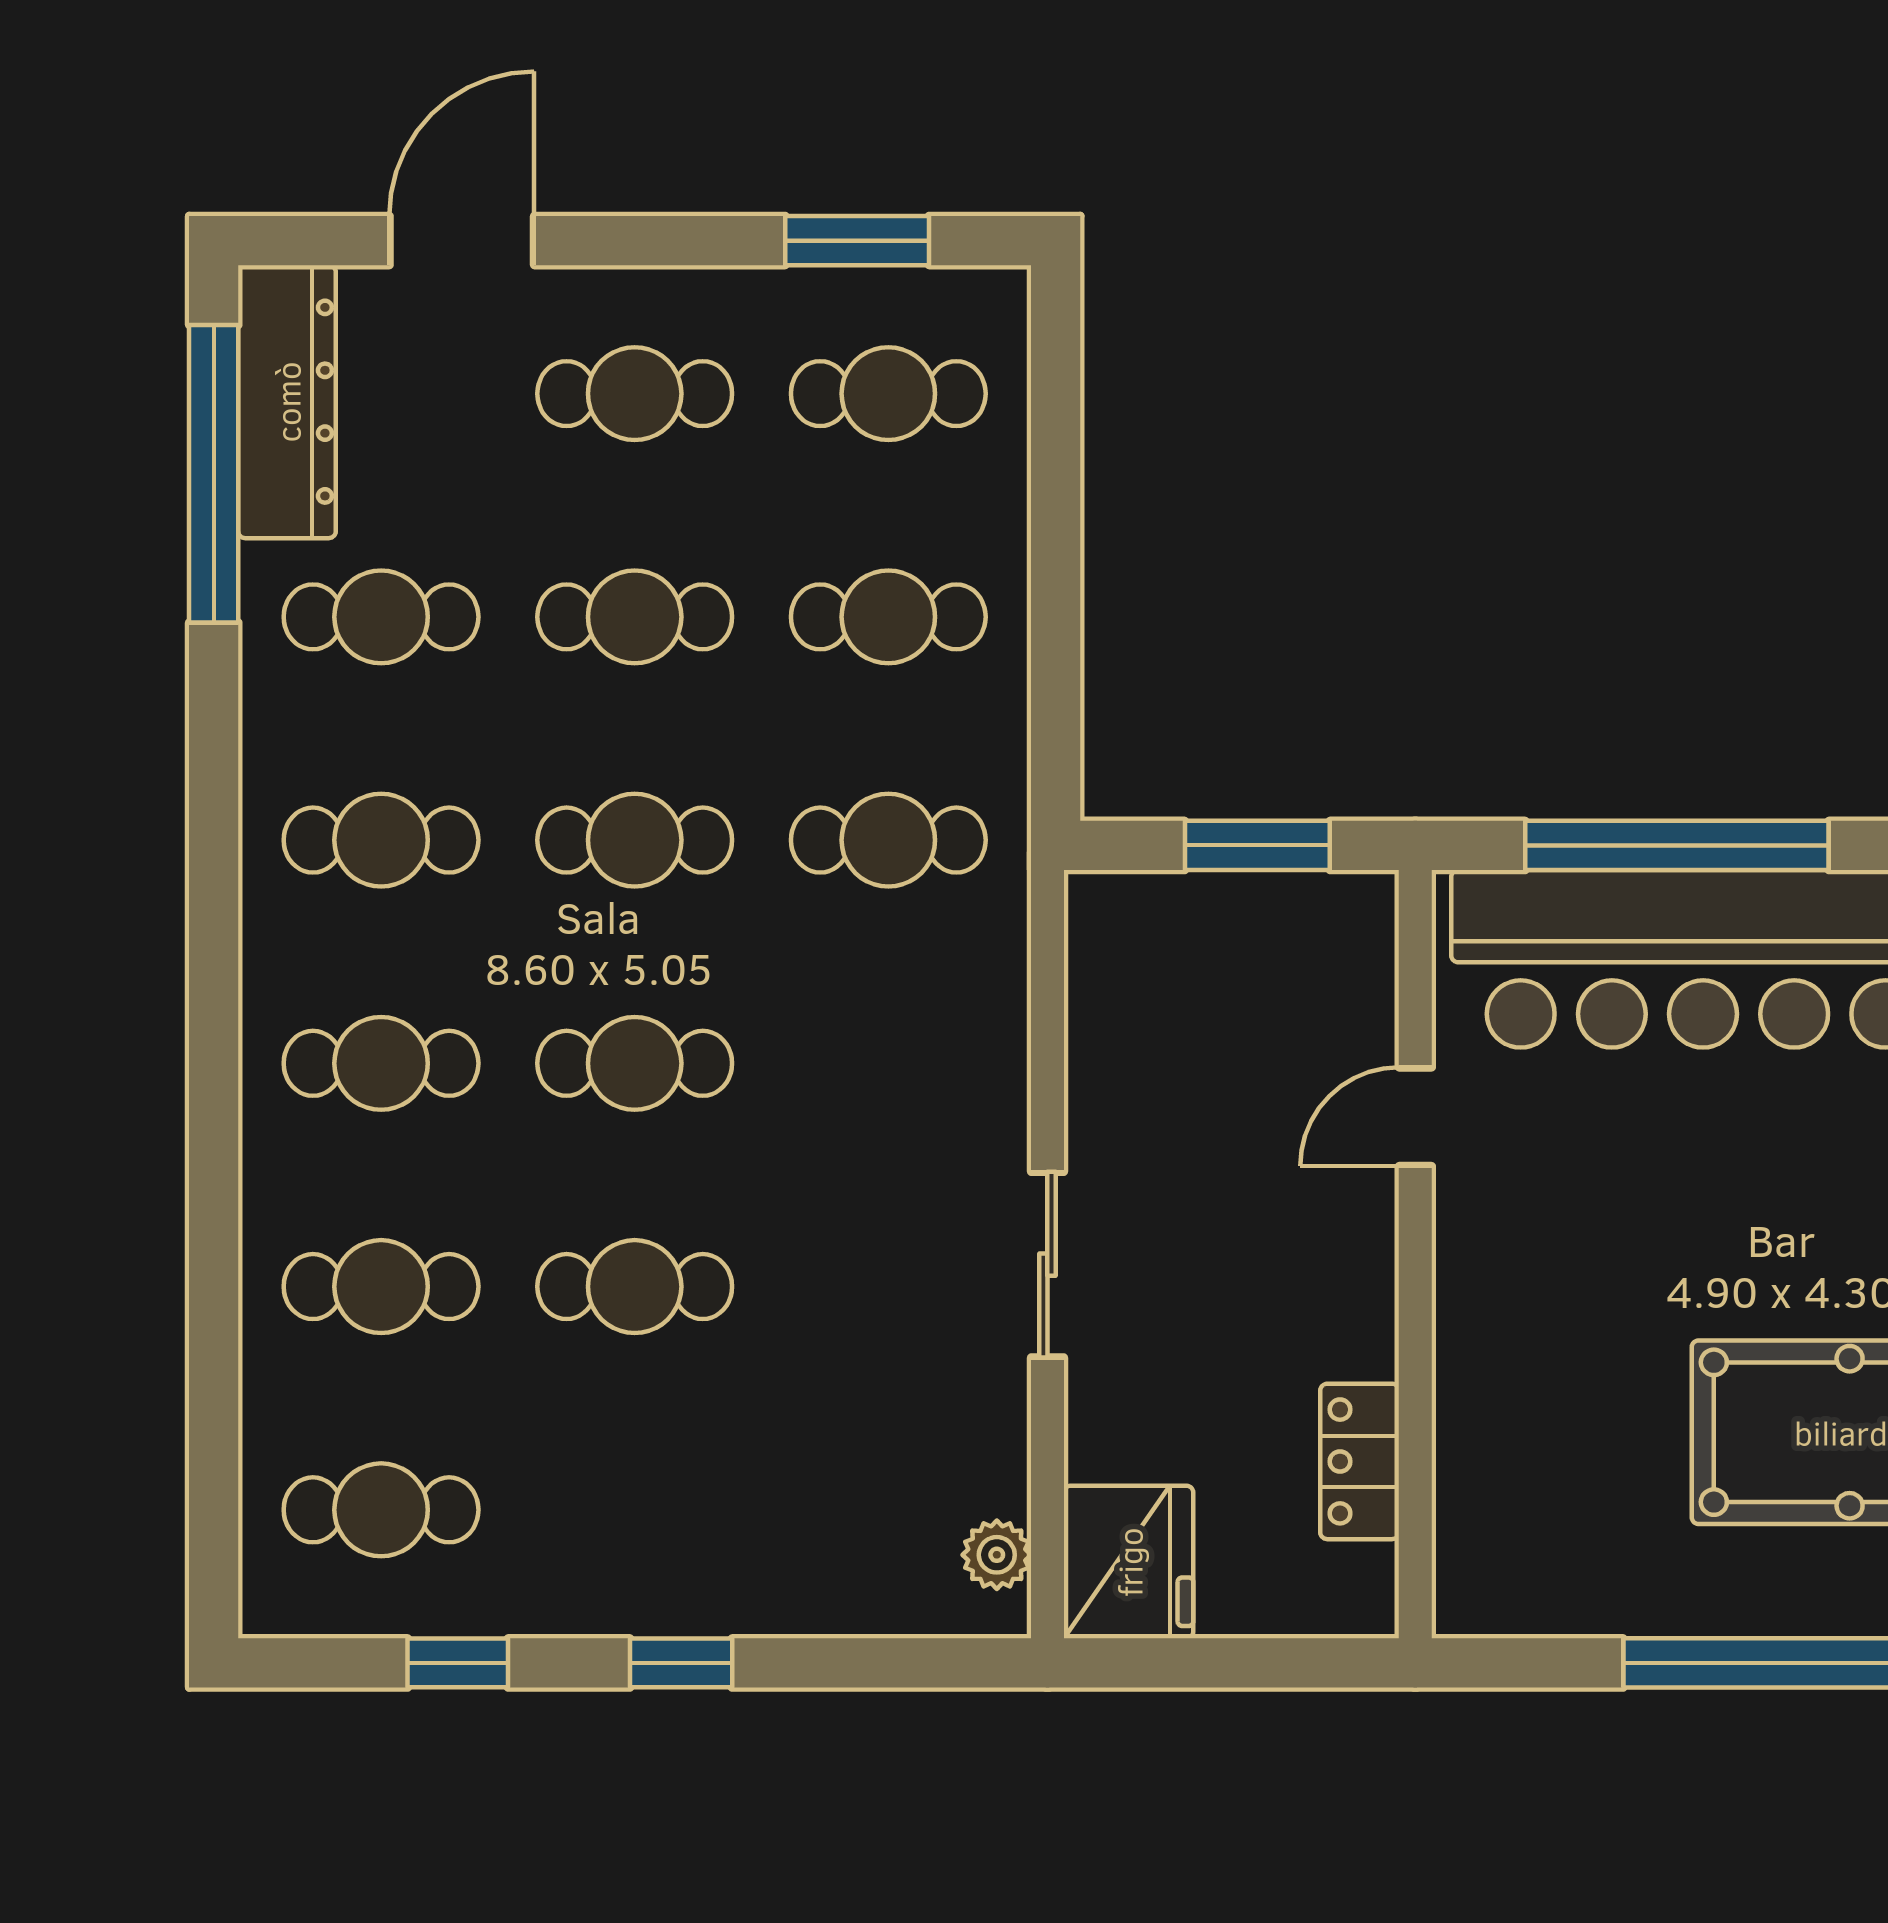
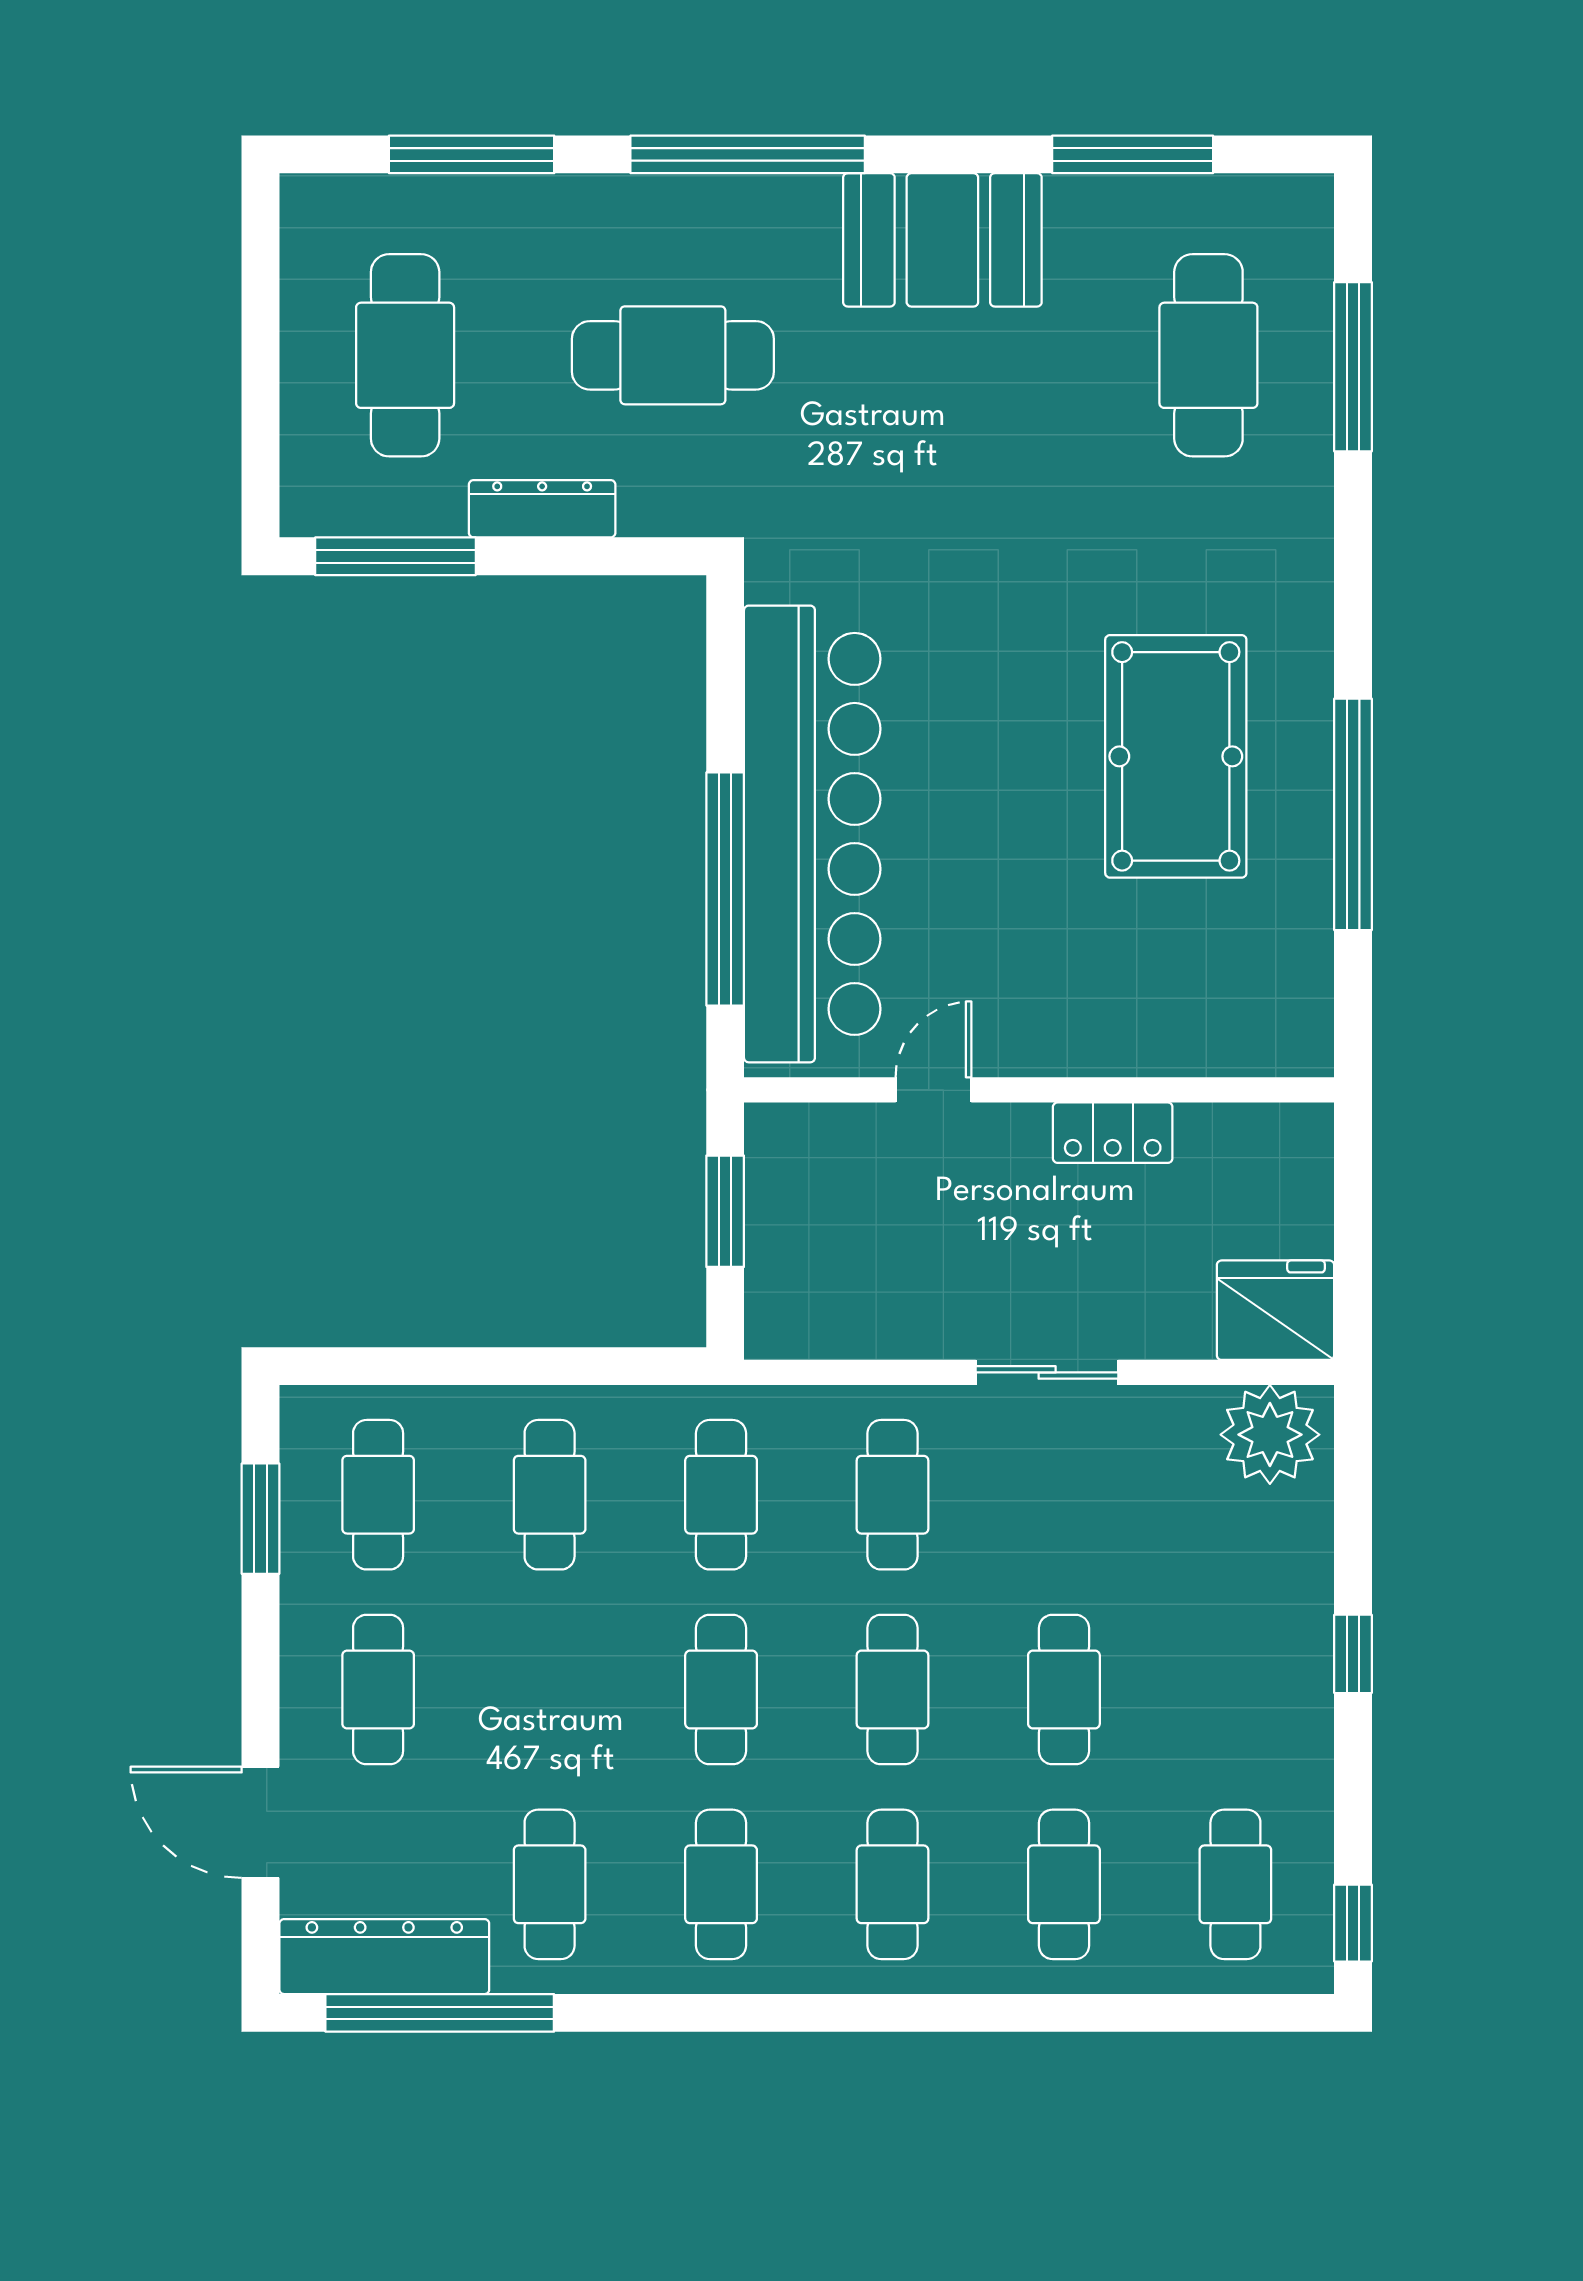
cafe table: (635, 617) -> (892, 1495), moved
door: (1415, 1117) -> (934, 1090), swing flipped
locker: (1360, 1461) -> (1113, 1133), moved
plant: (997, 1555) -> (1270, 1435), width x1.87, depth x1.87
window: (458, 1663) -> (1353, 1923), moved

